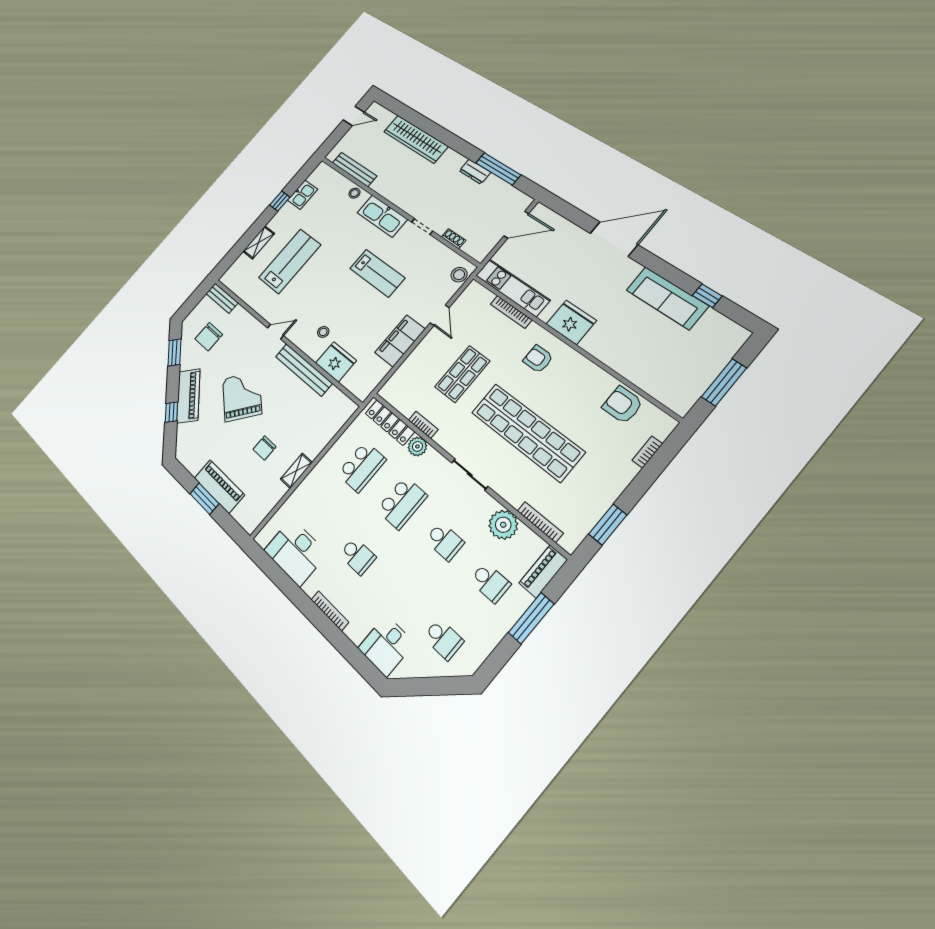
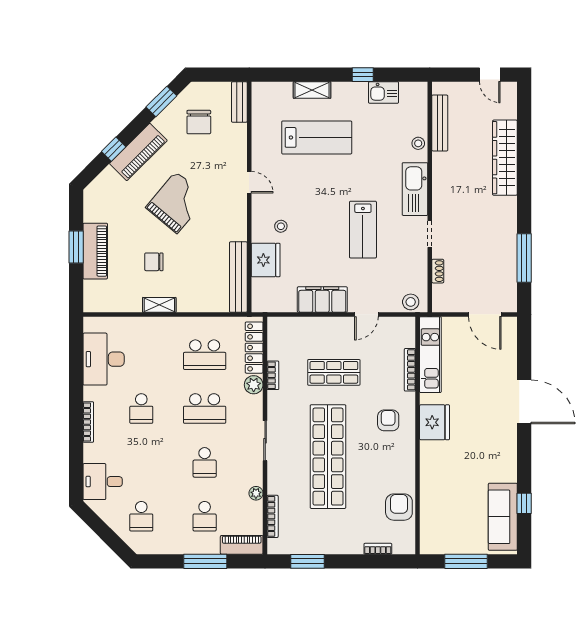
dresser: (475, 172) -> (509, 239), removed
sofa: (667, 298) -> (503, 517), moved
chair: (209, 337) -> (199, 122), turned -90
bench: (304, 370) -> (238, 277), moved
plant: (503, 525) -> (256, 493), width x0.53, depth x0.53

